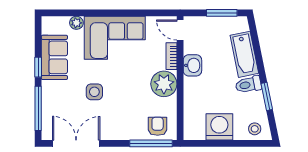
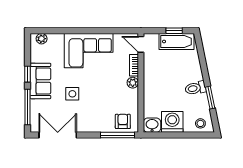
window: (222, 13) -> (174, 31), width x0.67
plant: (76, 23) -> (42, 39), moved
bathtub: (244, 54) -> (177, 42), moved, turned -78
sofa: (54, 57) -> (40, 81), moved
washbasin: (192, 65) -> (152, 125), moved, turned -90
plant: (164, 84) -> (133, 83), width x0.53, depth x0.53

